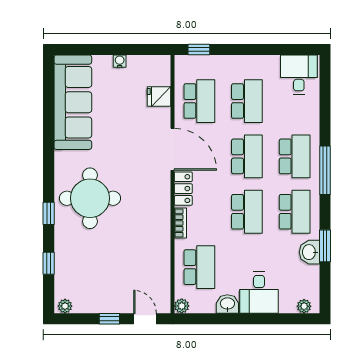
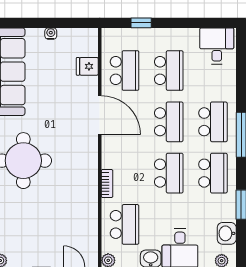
window: (199, 49) -> (141, 23), moved
locker: (183, 189) -> (110, 152), removed
washbasin: (310, 252) -> (227, 233), moved

